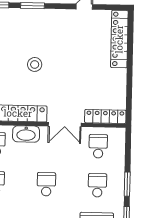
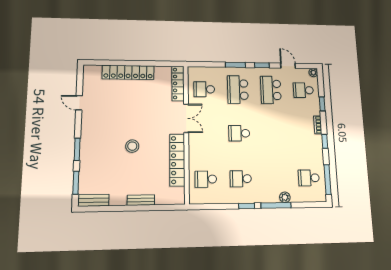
locker: (119, 39) -> (128, 72), moved
washbasin: (26, 134) -> (196, 152), removed
school desk: (97, 185) -> (238, 90), width x1.85

